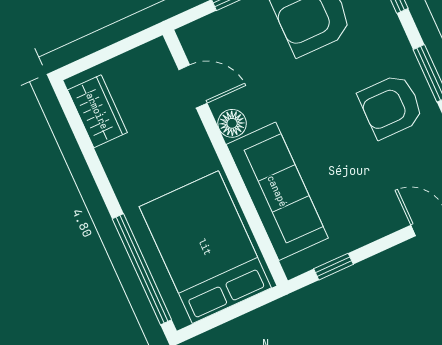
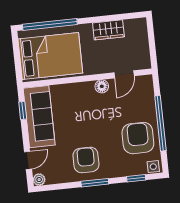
wardrobe: (97, 111) -> (108, 30), moved
sofa: (277, 191) -> (39, 117), moved, turned -90

